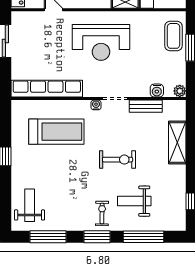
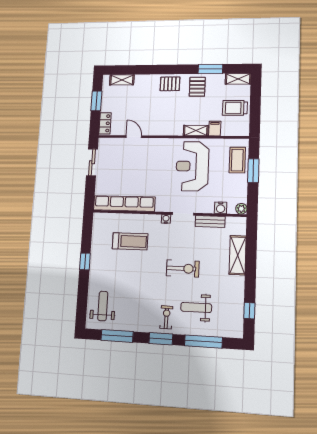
reception desk: (101, 42) -> (192, 166), moved, turned 90
treadmill: (56, 132) -> (130, 241), width x0.73, depth x0.73

